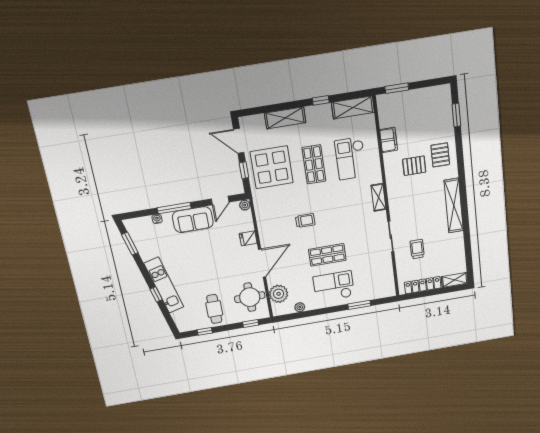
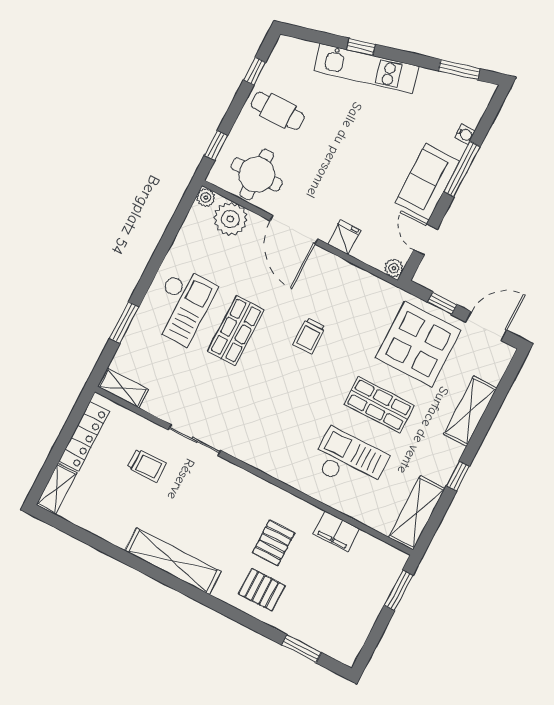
shelving: (378, 197) -> (123, 388), moved
plant: (300, 307) -> (206, 198), moved

